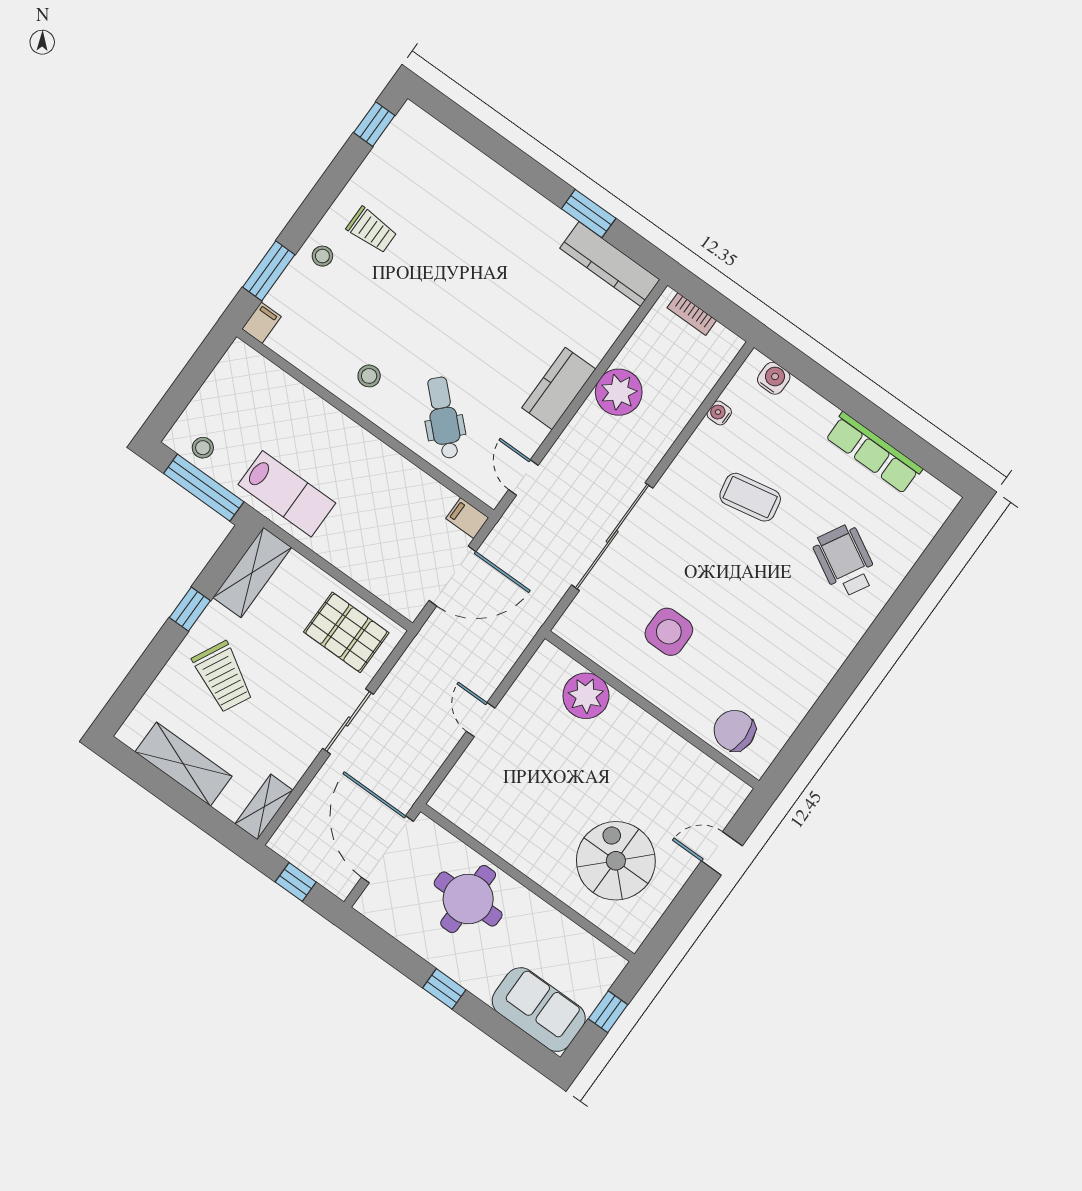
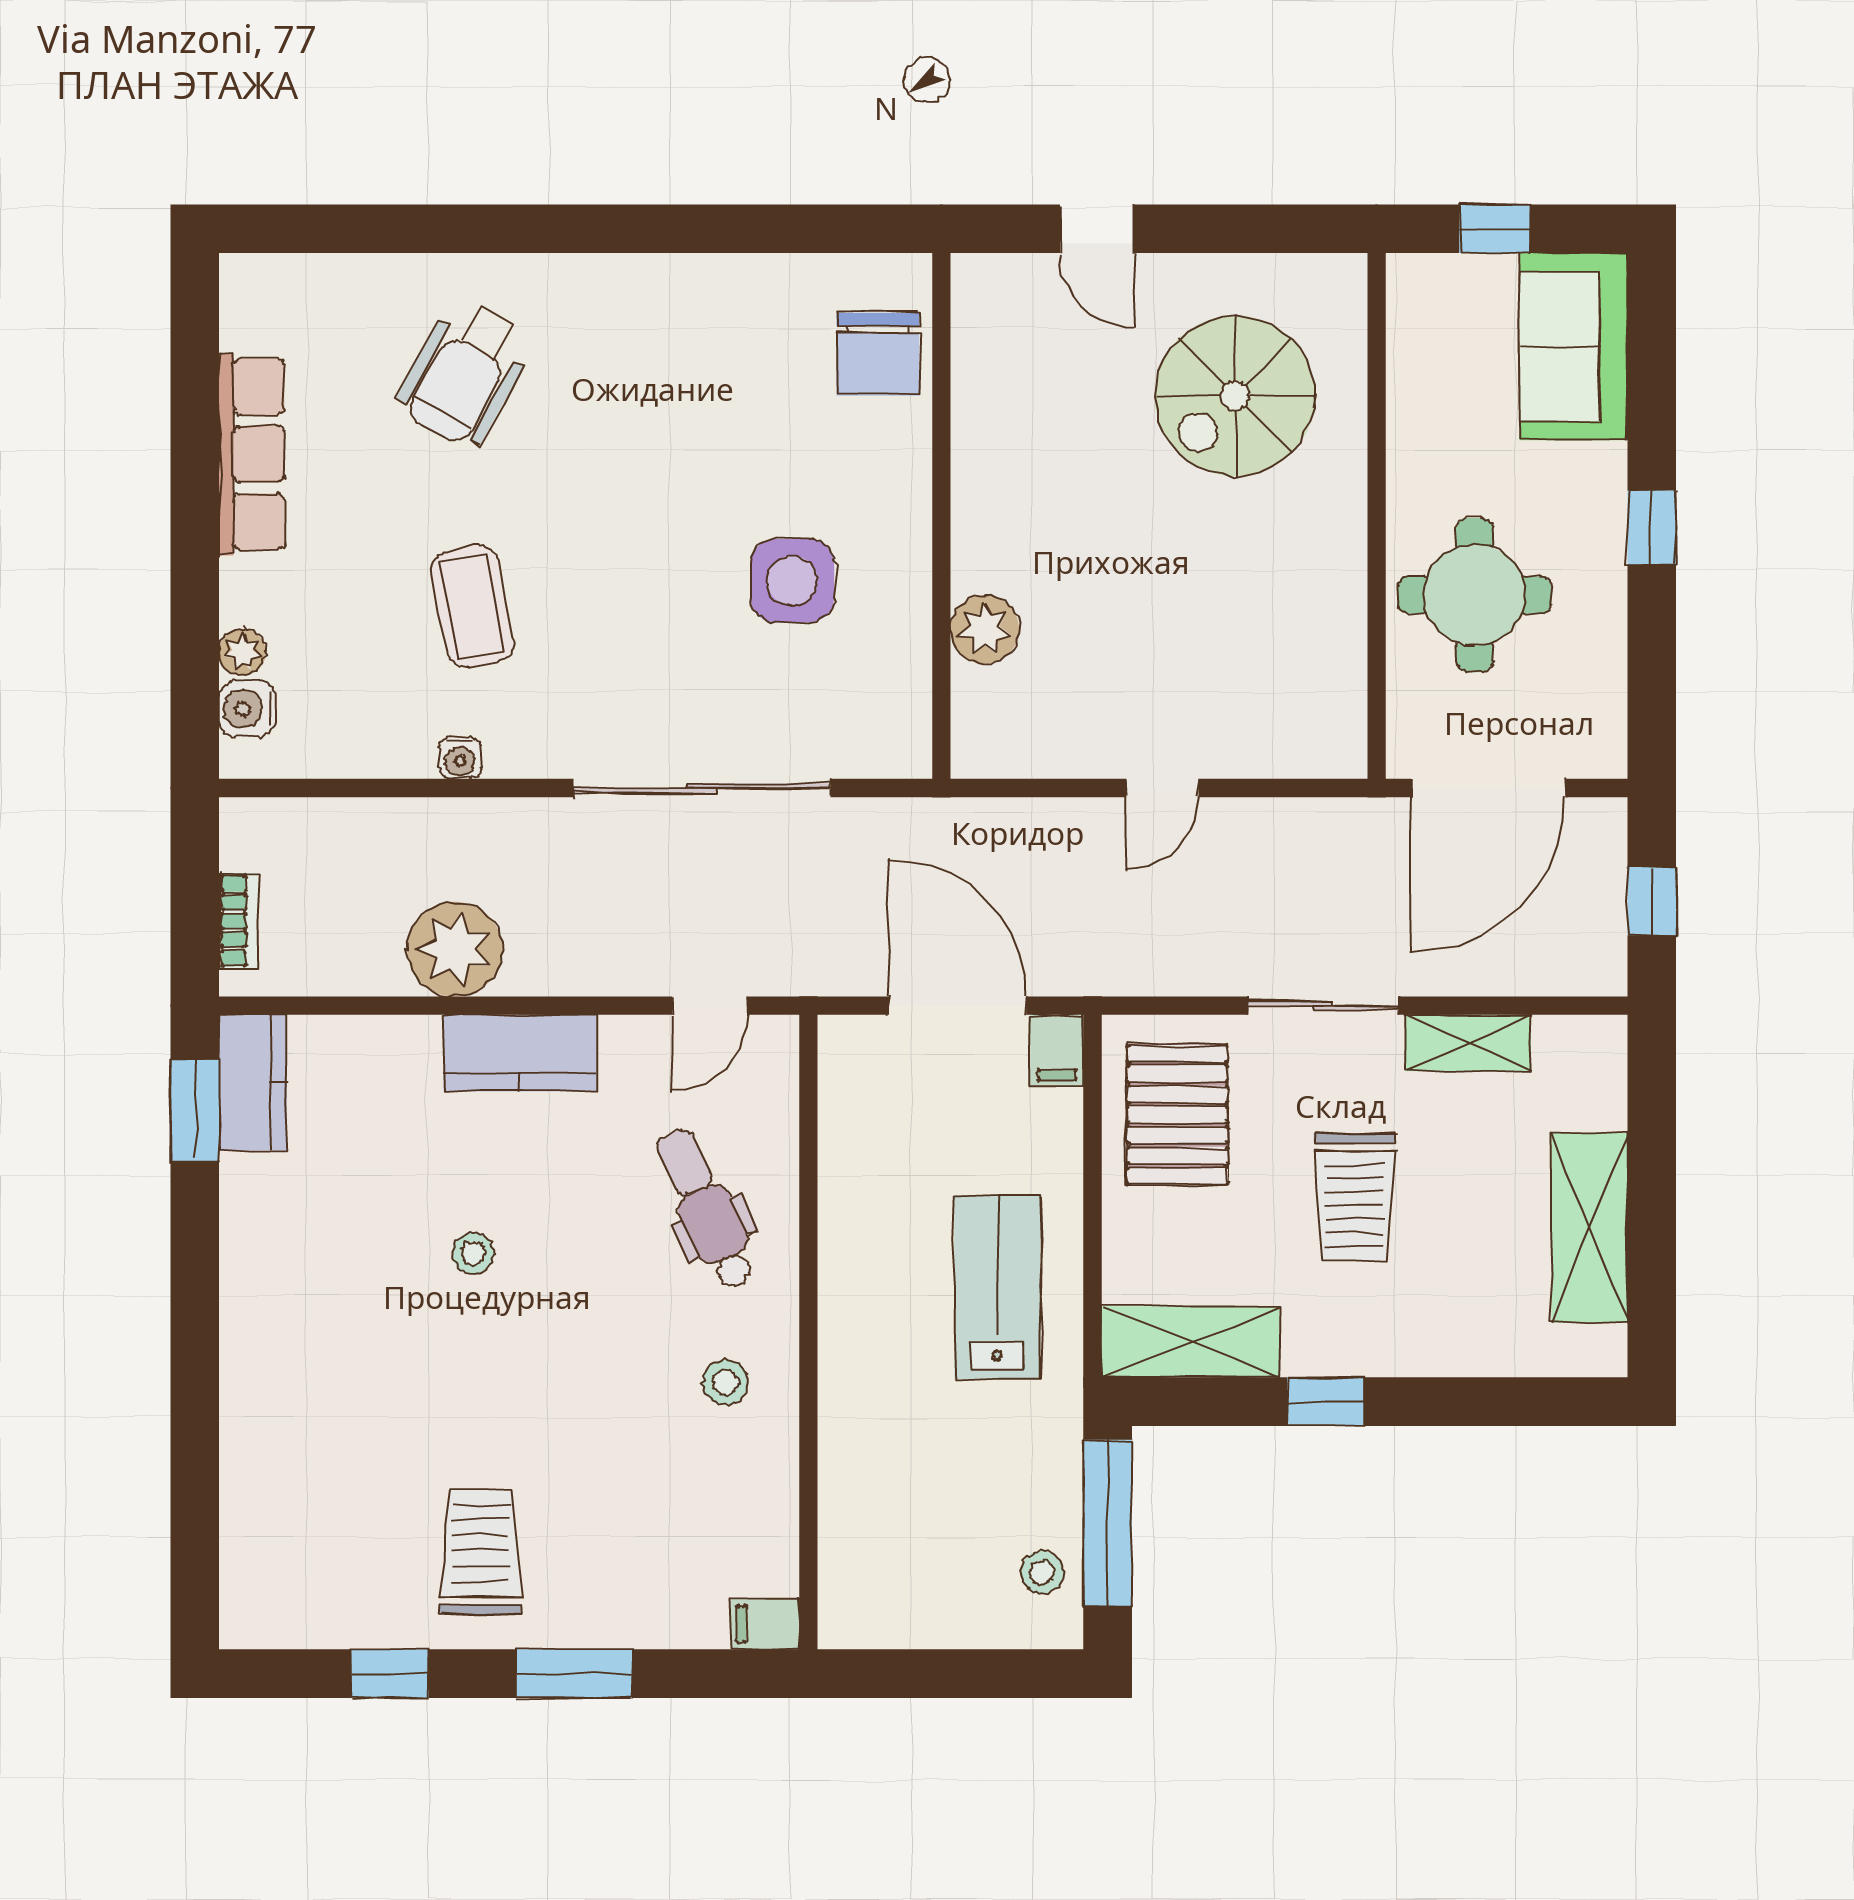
window: (374, 124) -> (390, 1674), moved
window: (589, 214) -> (195, 1111), moved
trolley: (372, 230) -> (480, 1552), width x1.36, depth x1.39
stool: (322, 256) -> (473, 1253), moved
kitchen counter: (610, 264) -> (253, 1083), width x0.67
window: (269, 271) -> (574, 1674), moved
plant: (798, 392) -> (242, 652), added
water cooler: (719, 413) -> (460, 758), moved
dental chair: (444, 418) -> (706, 1209), turned 111
lab bench: (287, 494) -> (997, 1287), moved
filing cabinet: (467, 518) -> (1057, 1050), moved
trolley: (223, 677) -> (1355, 1196), moved, turned 153
plant: (586, 696) -> (985, 629), width x0.73, depth x0.73
shelving: (264, 807) -> (1468, 1043), moved

